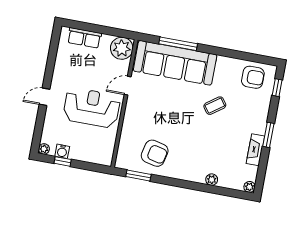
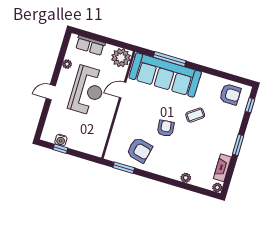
reception desk: (92, 108) -> (87, 90), moved, turned 90
armchair: (182, 125) -> (166, 128), added
plant: (44, 149) -> (67, 64), moved
fireplace: (255, 150) -> (222, 168), moved

